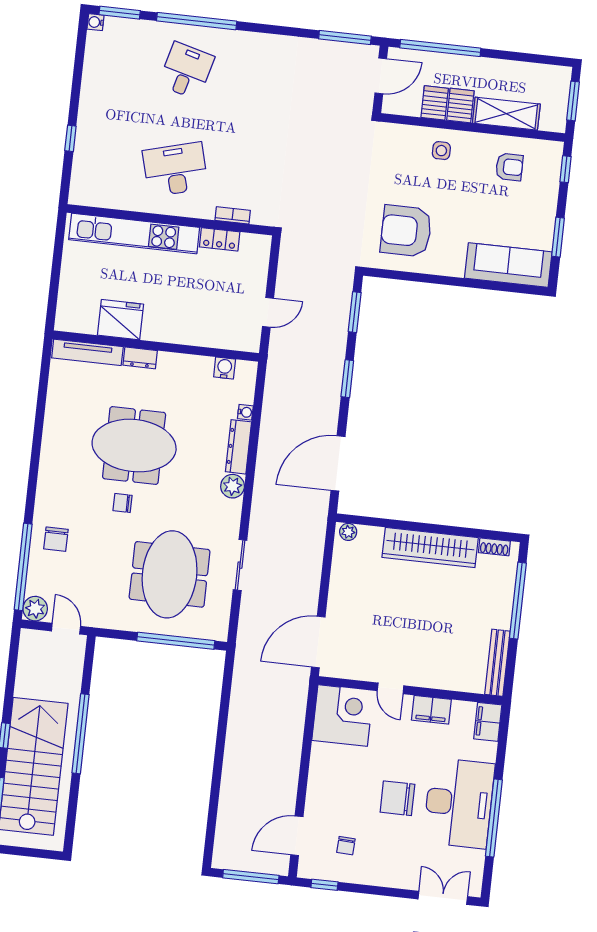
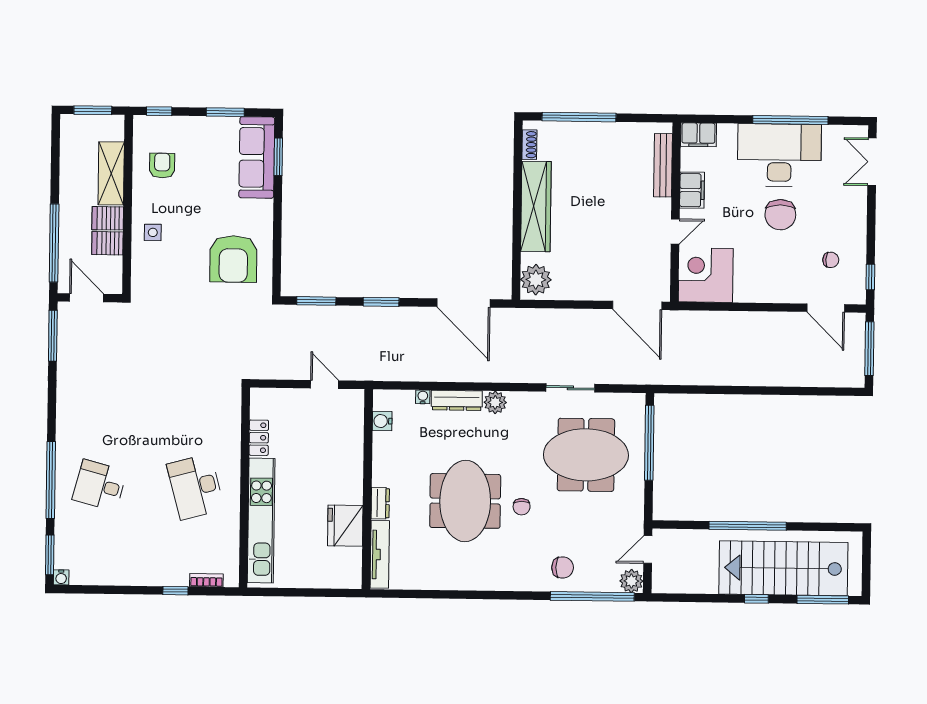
bookcase: (233, 215) -> (206, 580), moved, turned 90
window: (507, 287) -> (278, 157), added
plant: (348, 532) -> (536, 280), width x1.87, depth x1.87
bench: (497, 663) -> (663, 165), moved, turned 90

